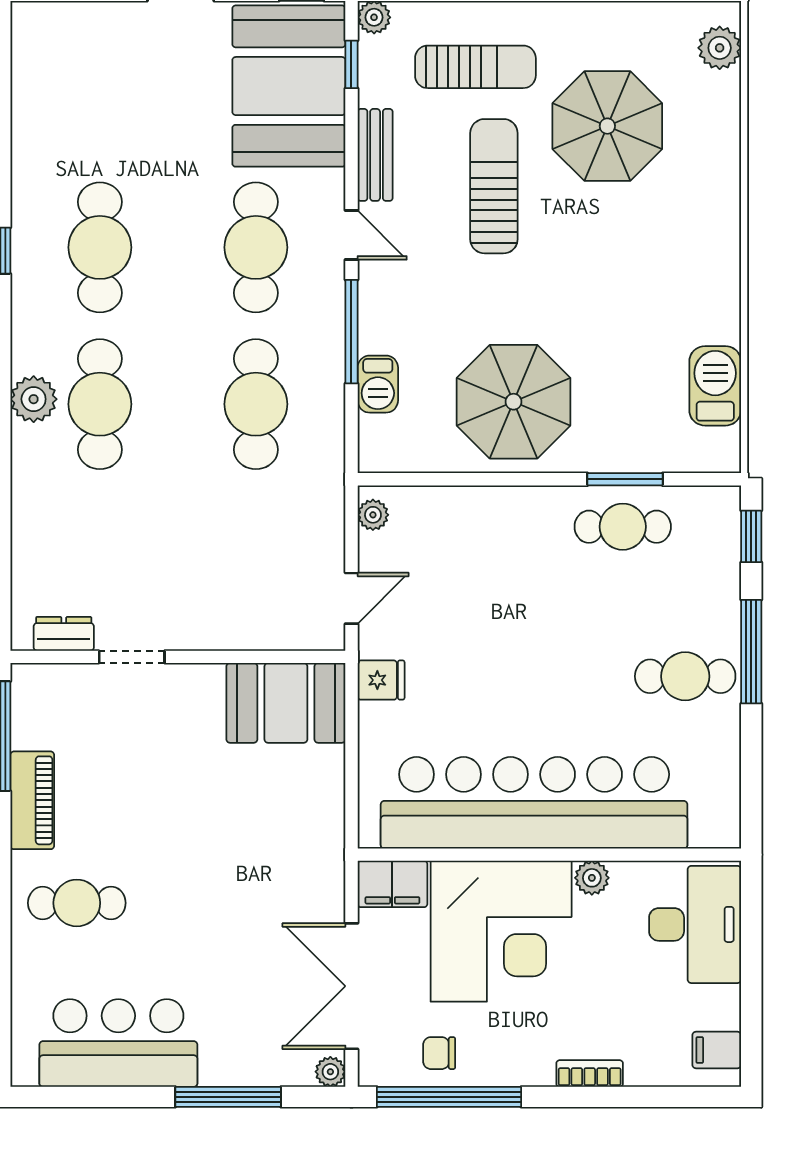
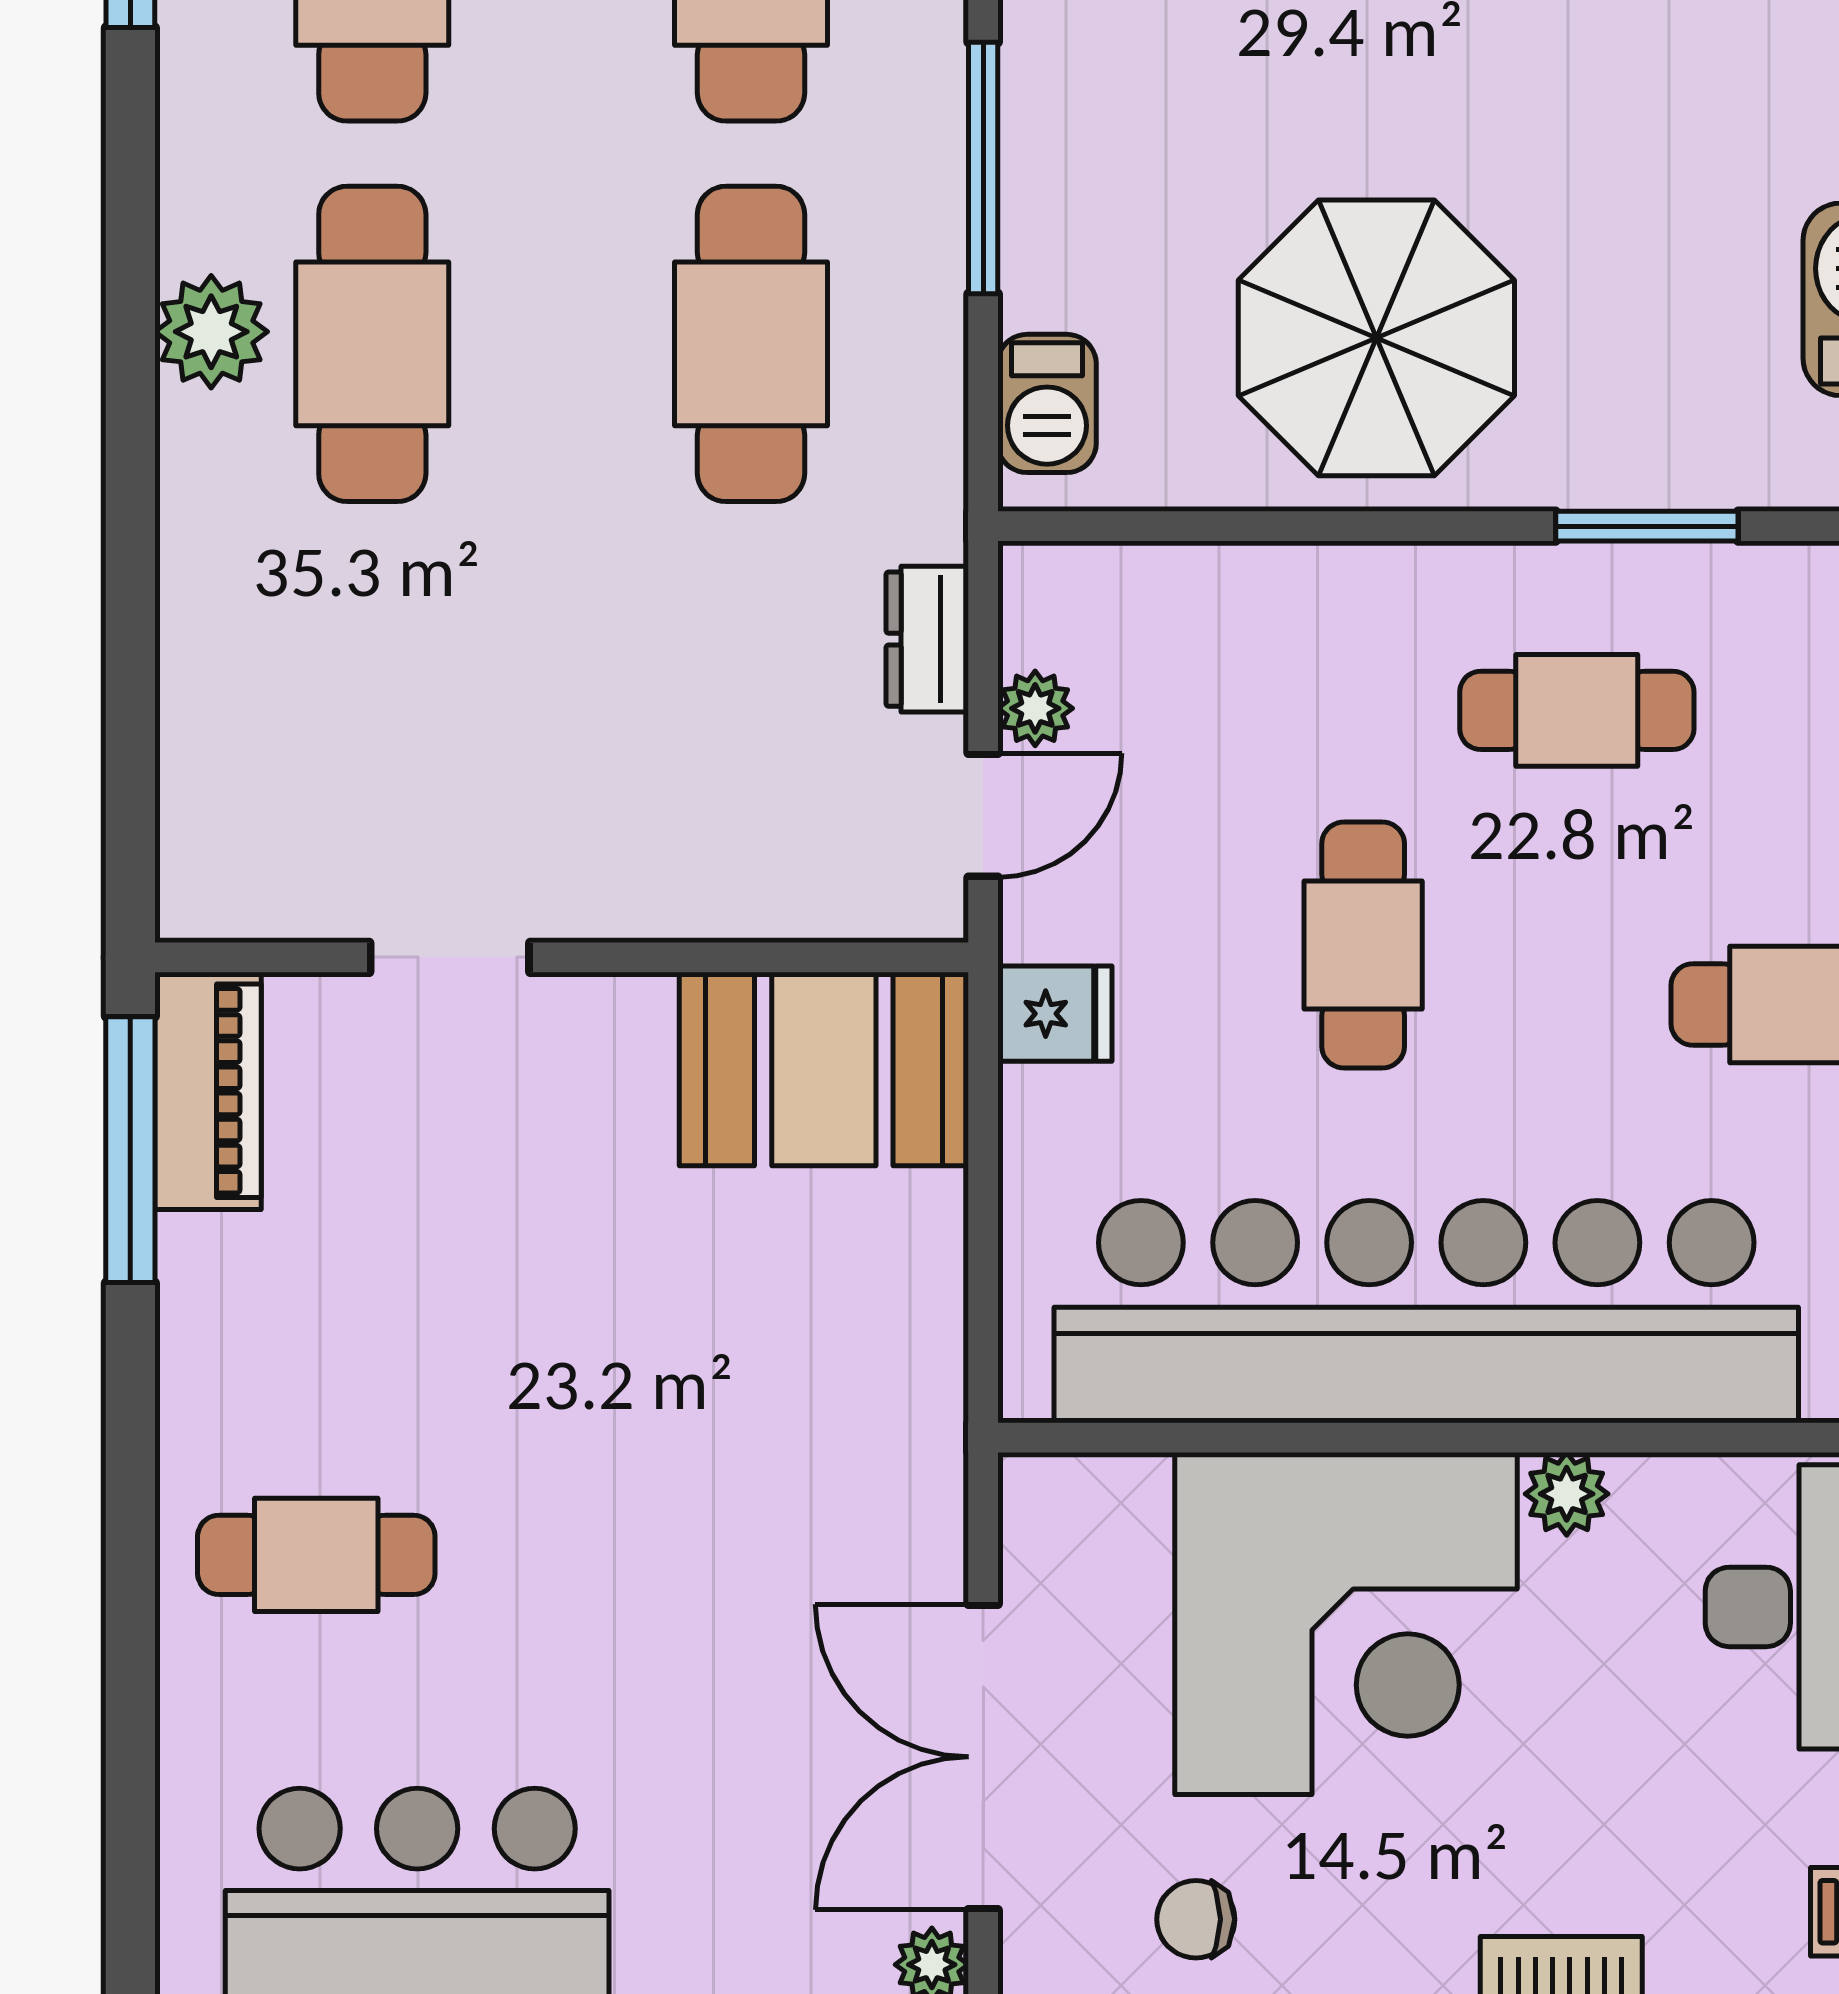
barbecue: (378, 384) -> (1047, 403), moved
plant: (373, 515) -> (1035, 708), moved
cafe table: (623, 527) -> (1577, 710), moved
dresser: (64, 634) -> (927, 639), moved, turned -90
cafe table: (508, 652) -> (1363, 945), added
piano: (32, 800) -> (208, 1091), moved
filing cabinet: (392, 884) -> (1082, 1509), removed

